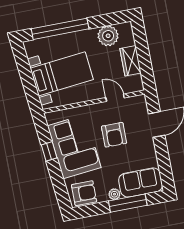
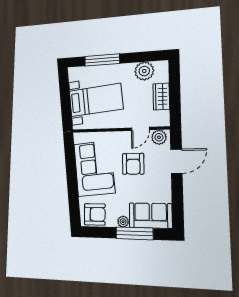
window: (60, 29) -> (102, 60), width x0.68
door: (115, 98) -> (140, 129), swing flipped
plant: (135, 103) -> (159, 137), added
window: (49, 151) -> (71, 168), removed

